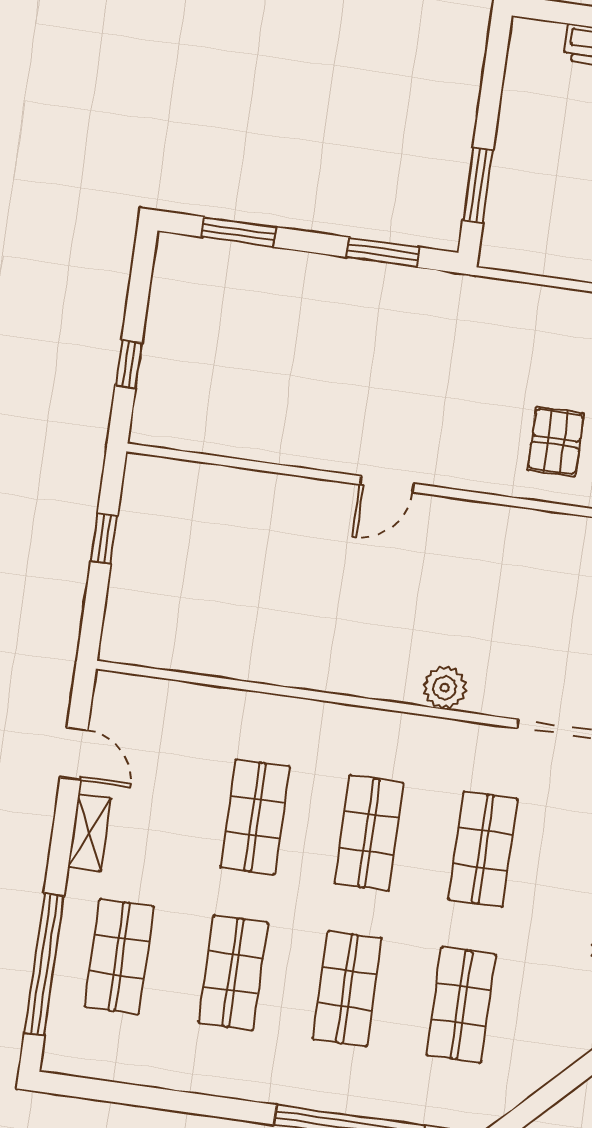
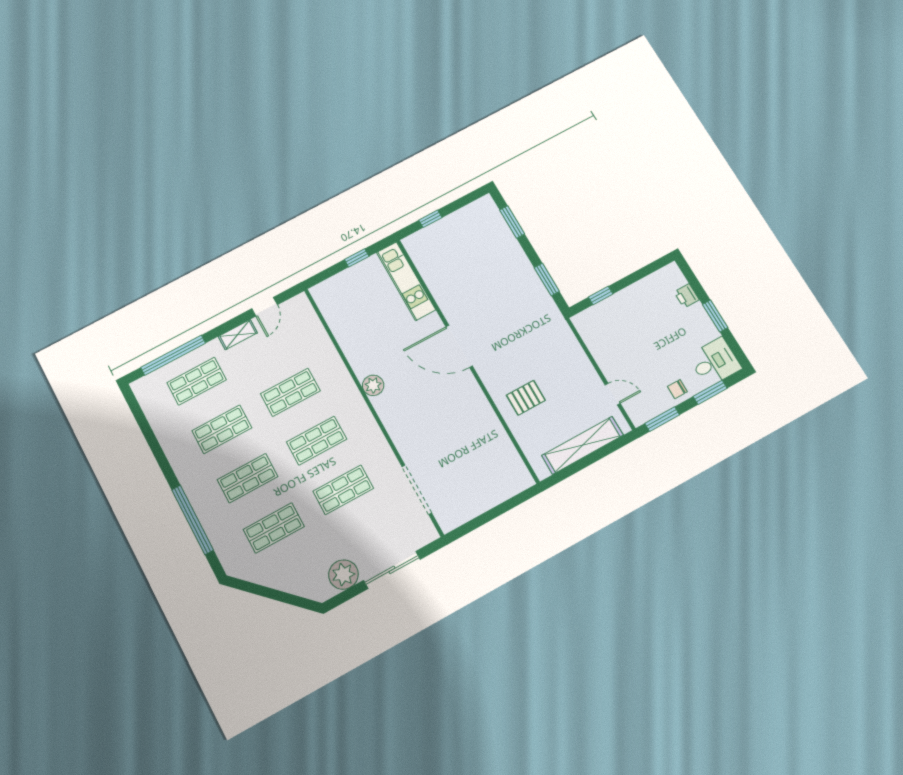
window: (478, 185) -> (601, 296), width x0.67
door: (387, 484) -> (459, 346), width x1.87
kitchen unit: (207, 487) -> (406, 281), added
plant: (445, 688) -> (373, 385), moved

